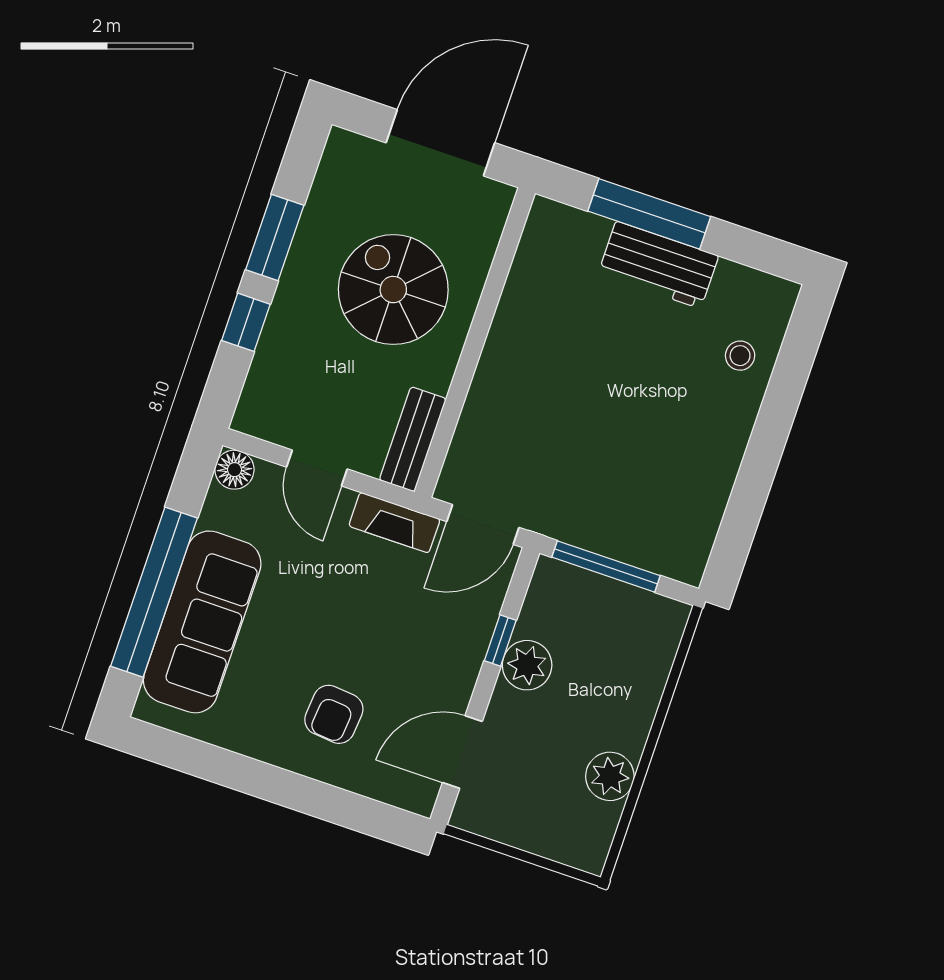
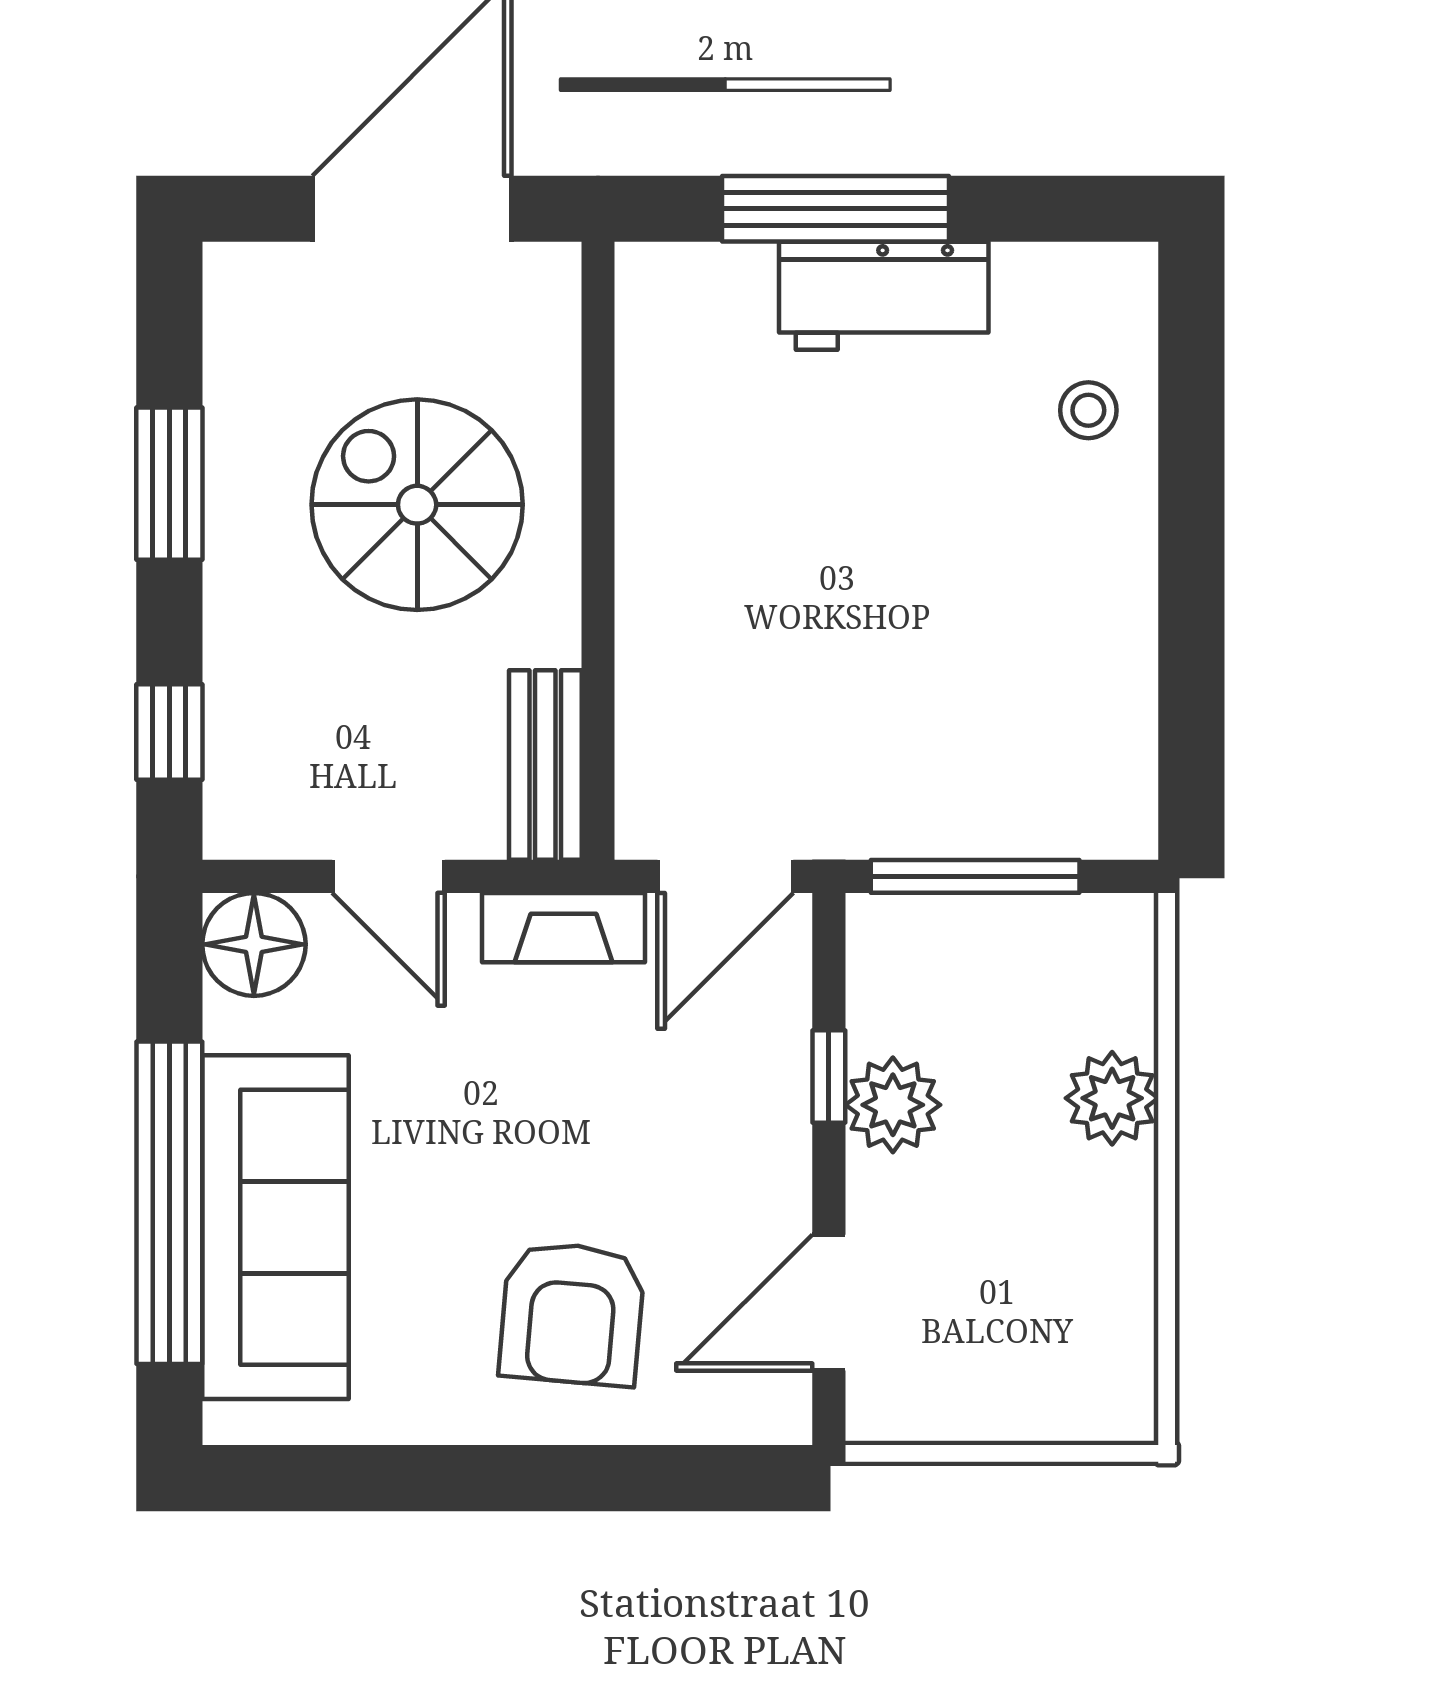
window: (246, 322) -> (169, 732), moved
floor lamp: (234, 470) -> (254, 944), width x1.38, depth x1.38
armchair: (334, 714) -> (572, 1314), width x1.38, depth x1.38
plant: (610, 776) -> (1112, 1098), moved

